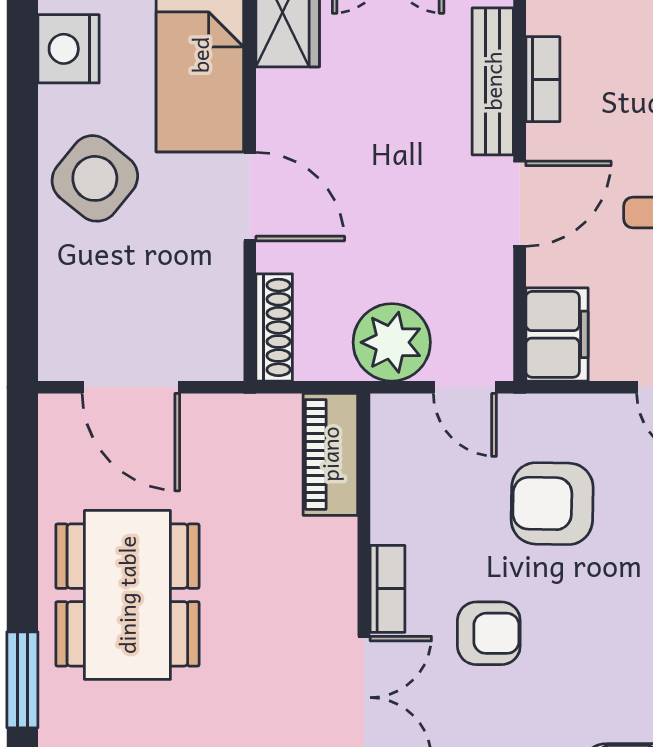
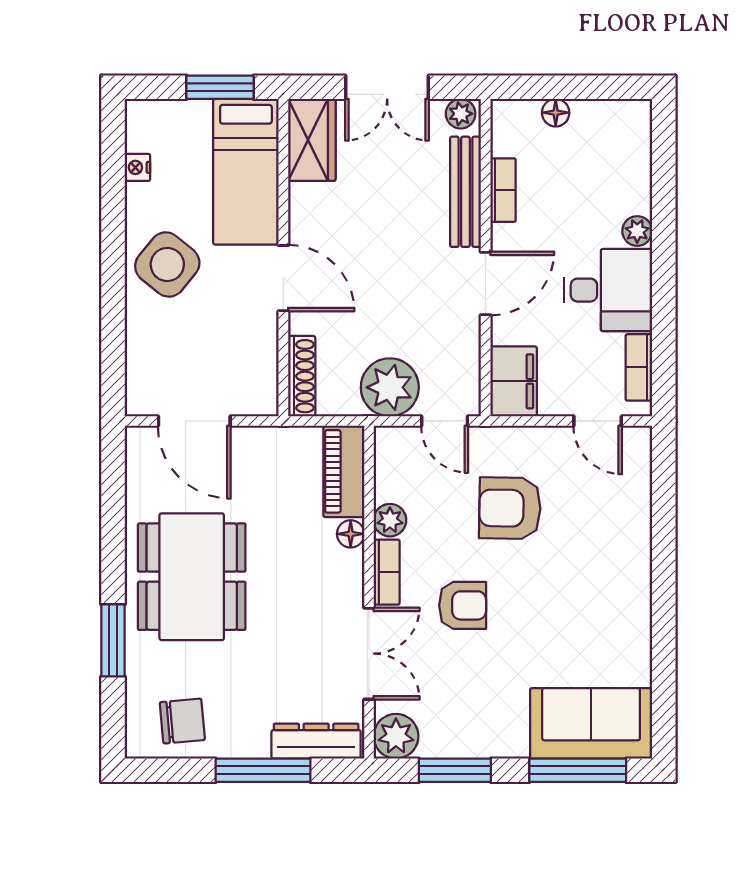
nightstand: (69, 49) -> (137, 167), width x0.53, depth x0.56
plant: (392, 520) -> (390, 520), added
floor lamp: (339, 538) -> (351, 534), added

